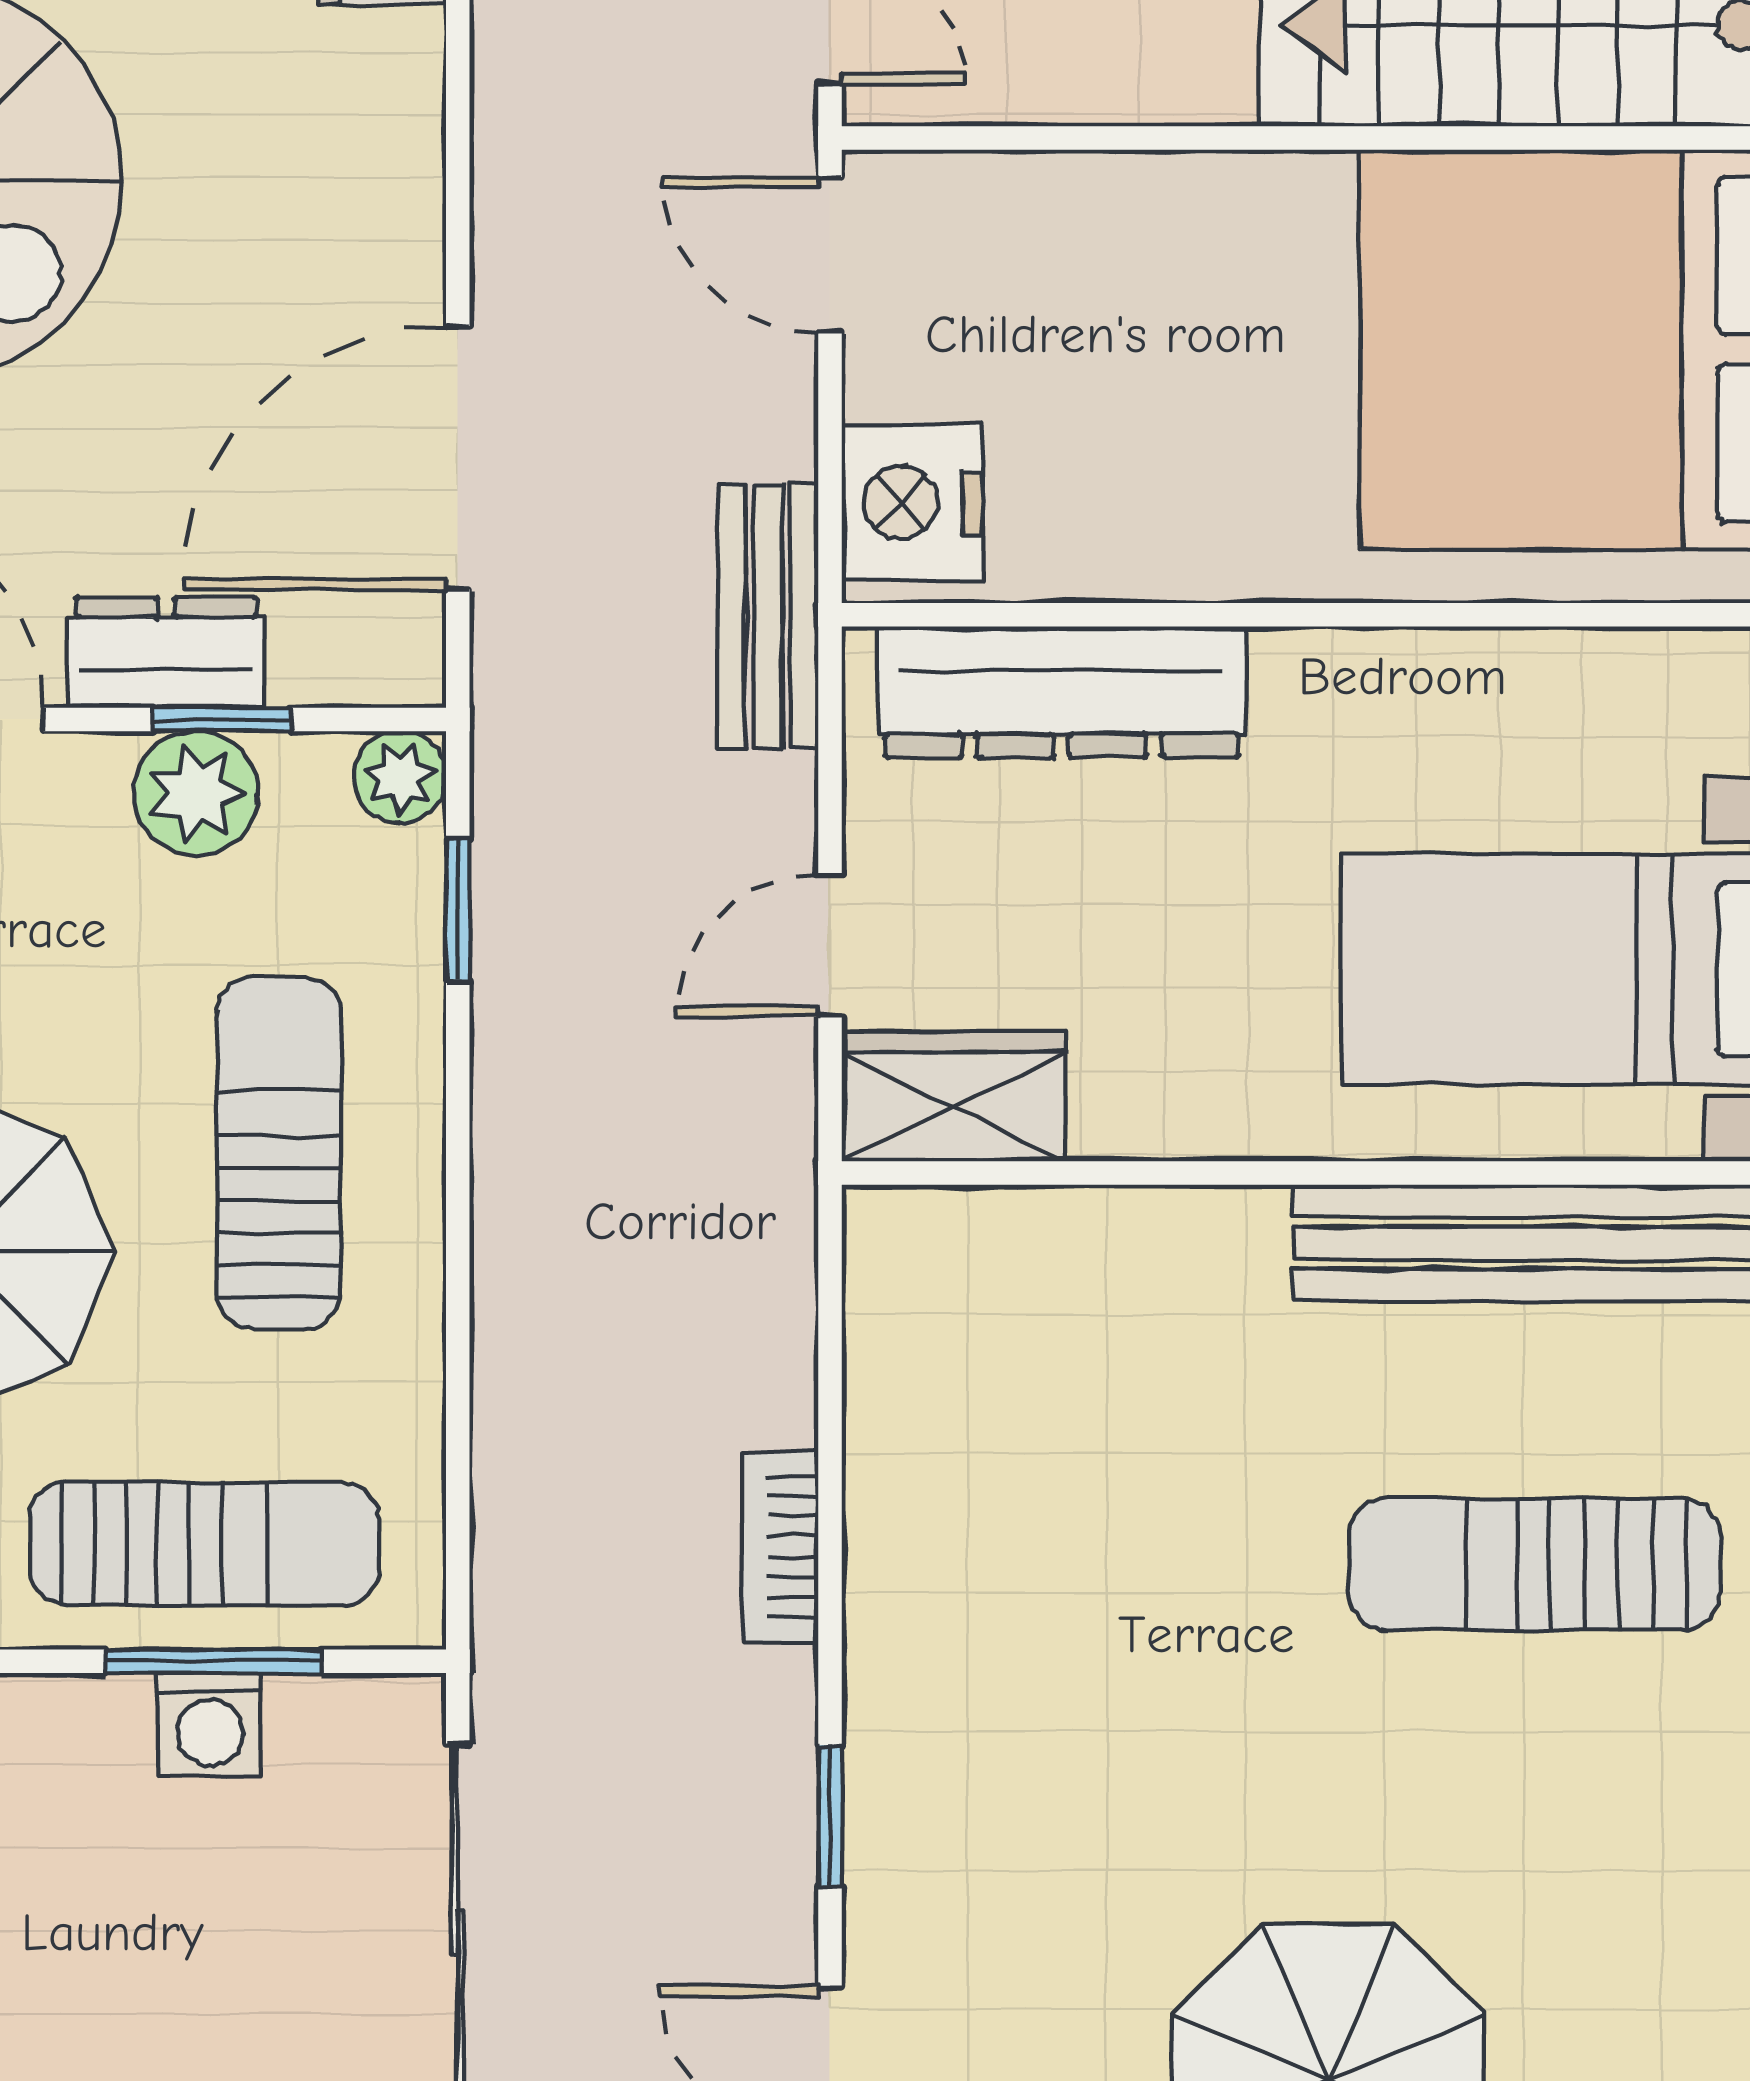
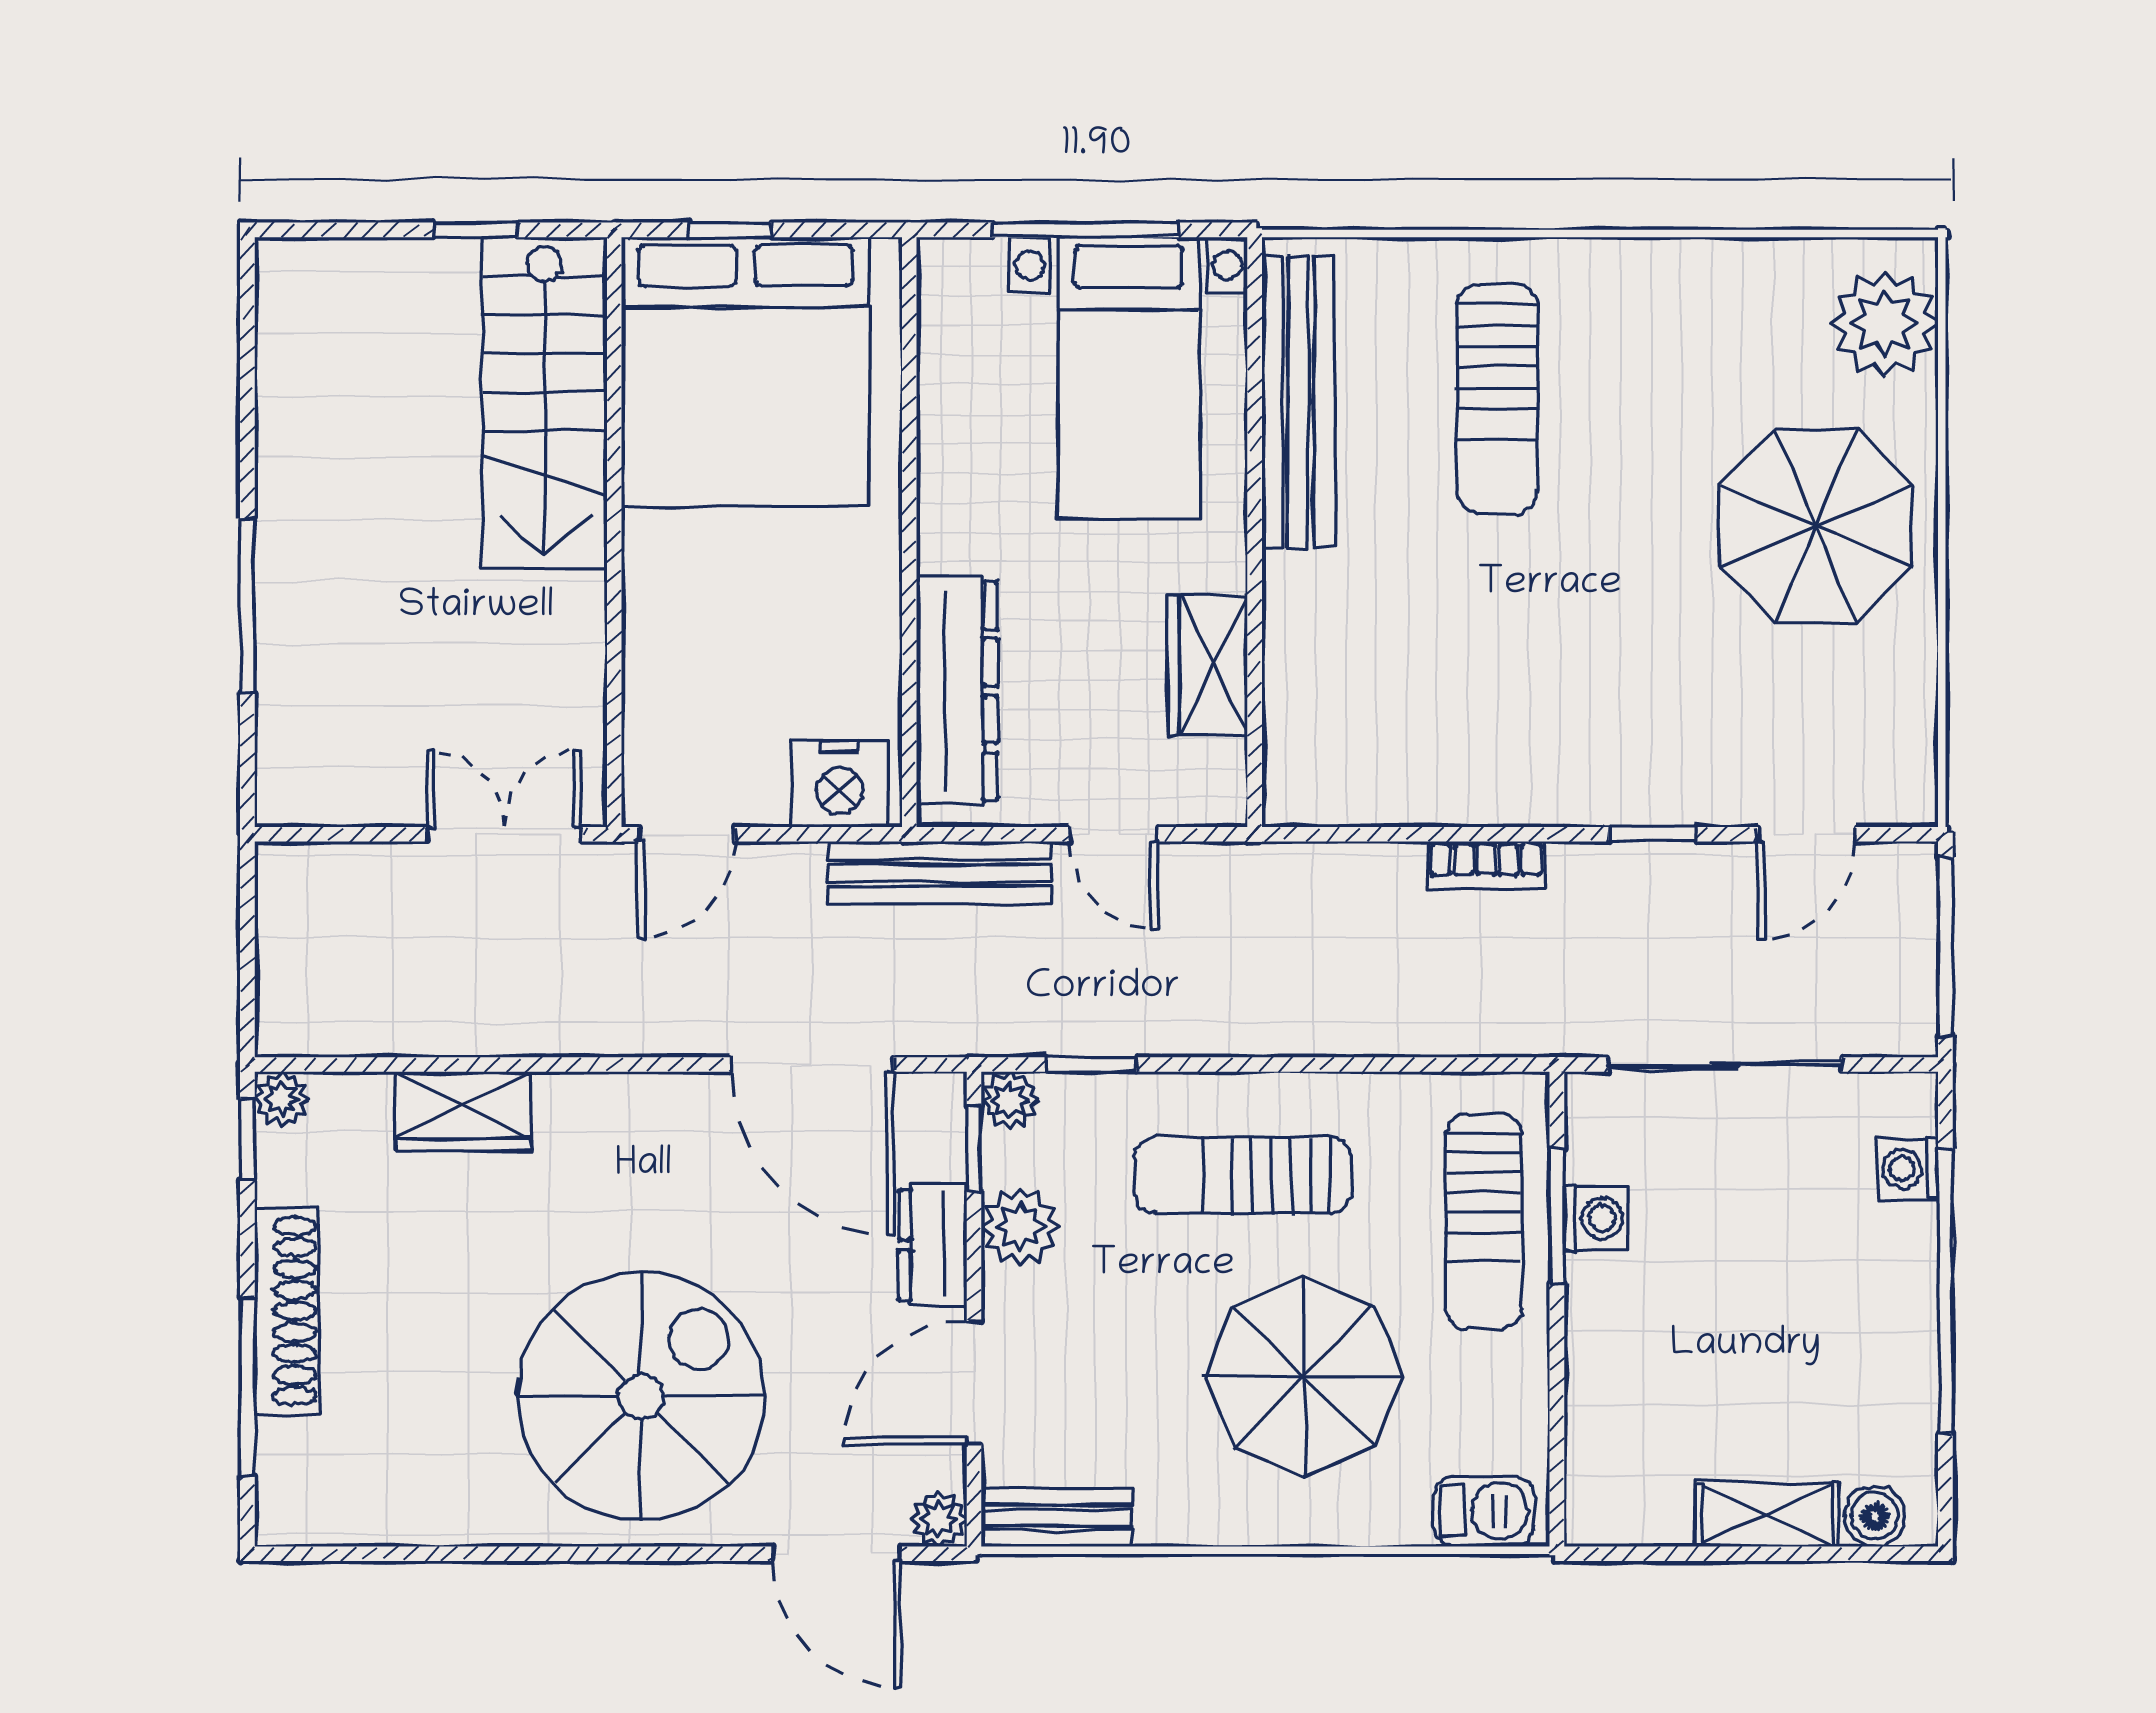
bench: (768, 616) -> (940, 873), width x1.36
window: (222, 719) -> (974, 1149), moved
wardrobe: (954, 1096) -> (1207, 665), moved
sun lounger: (204, 1543) -> (1484, 1221), turned 180

